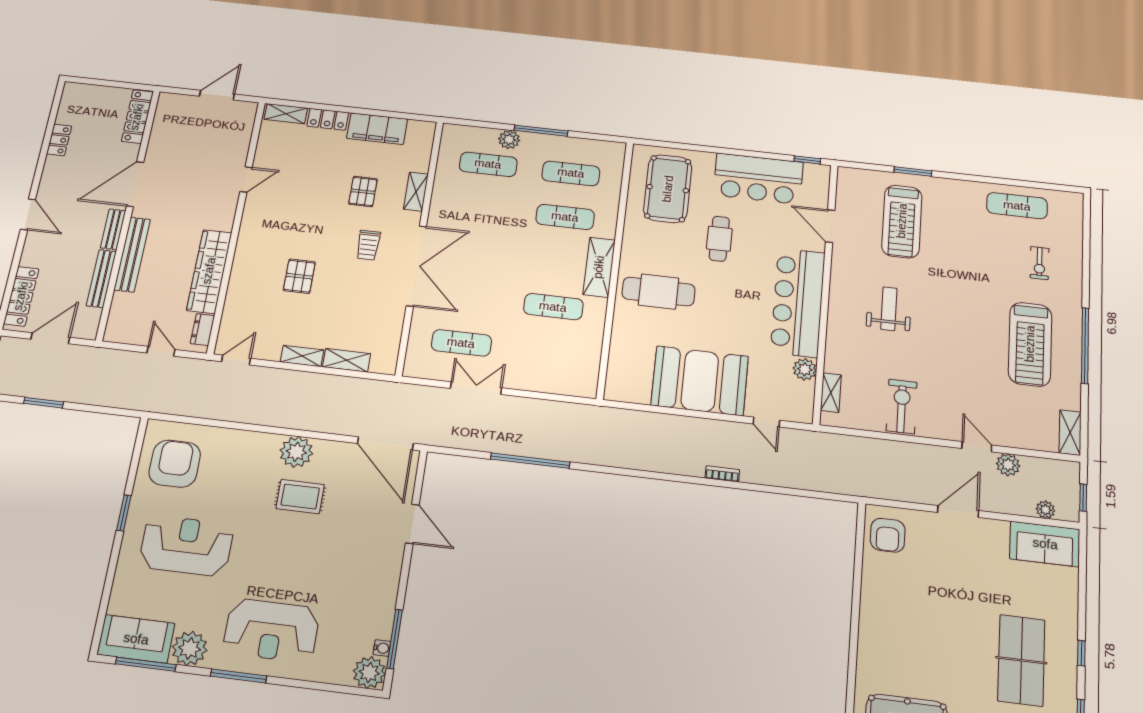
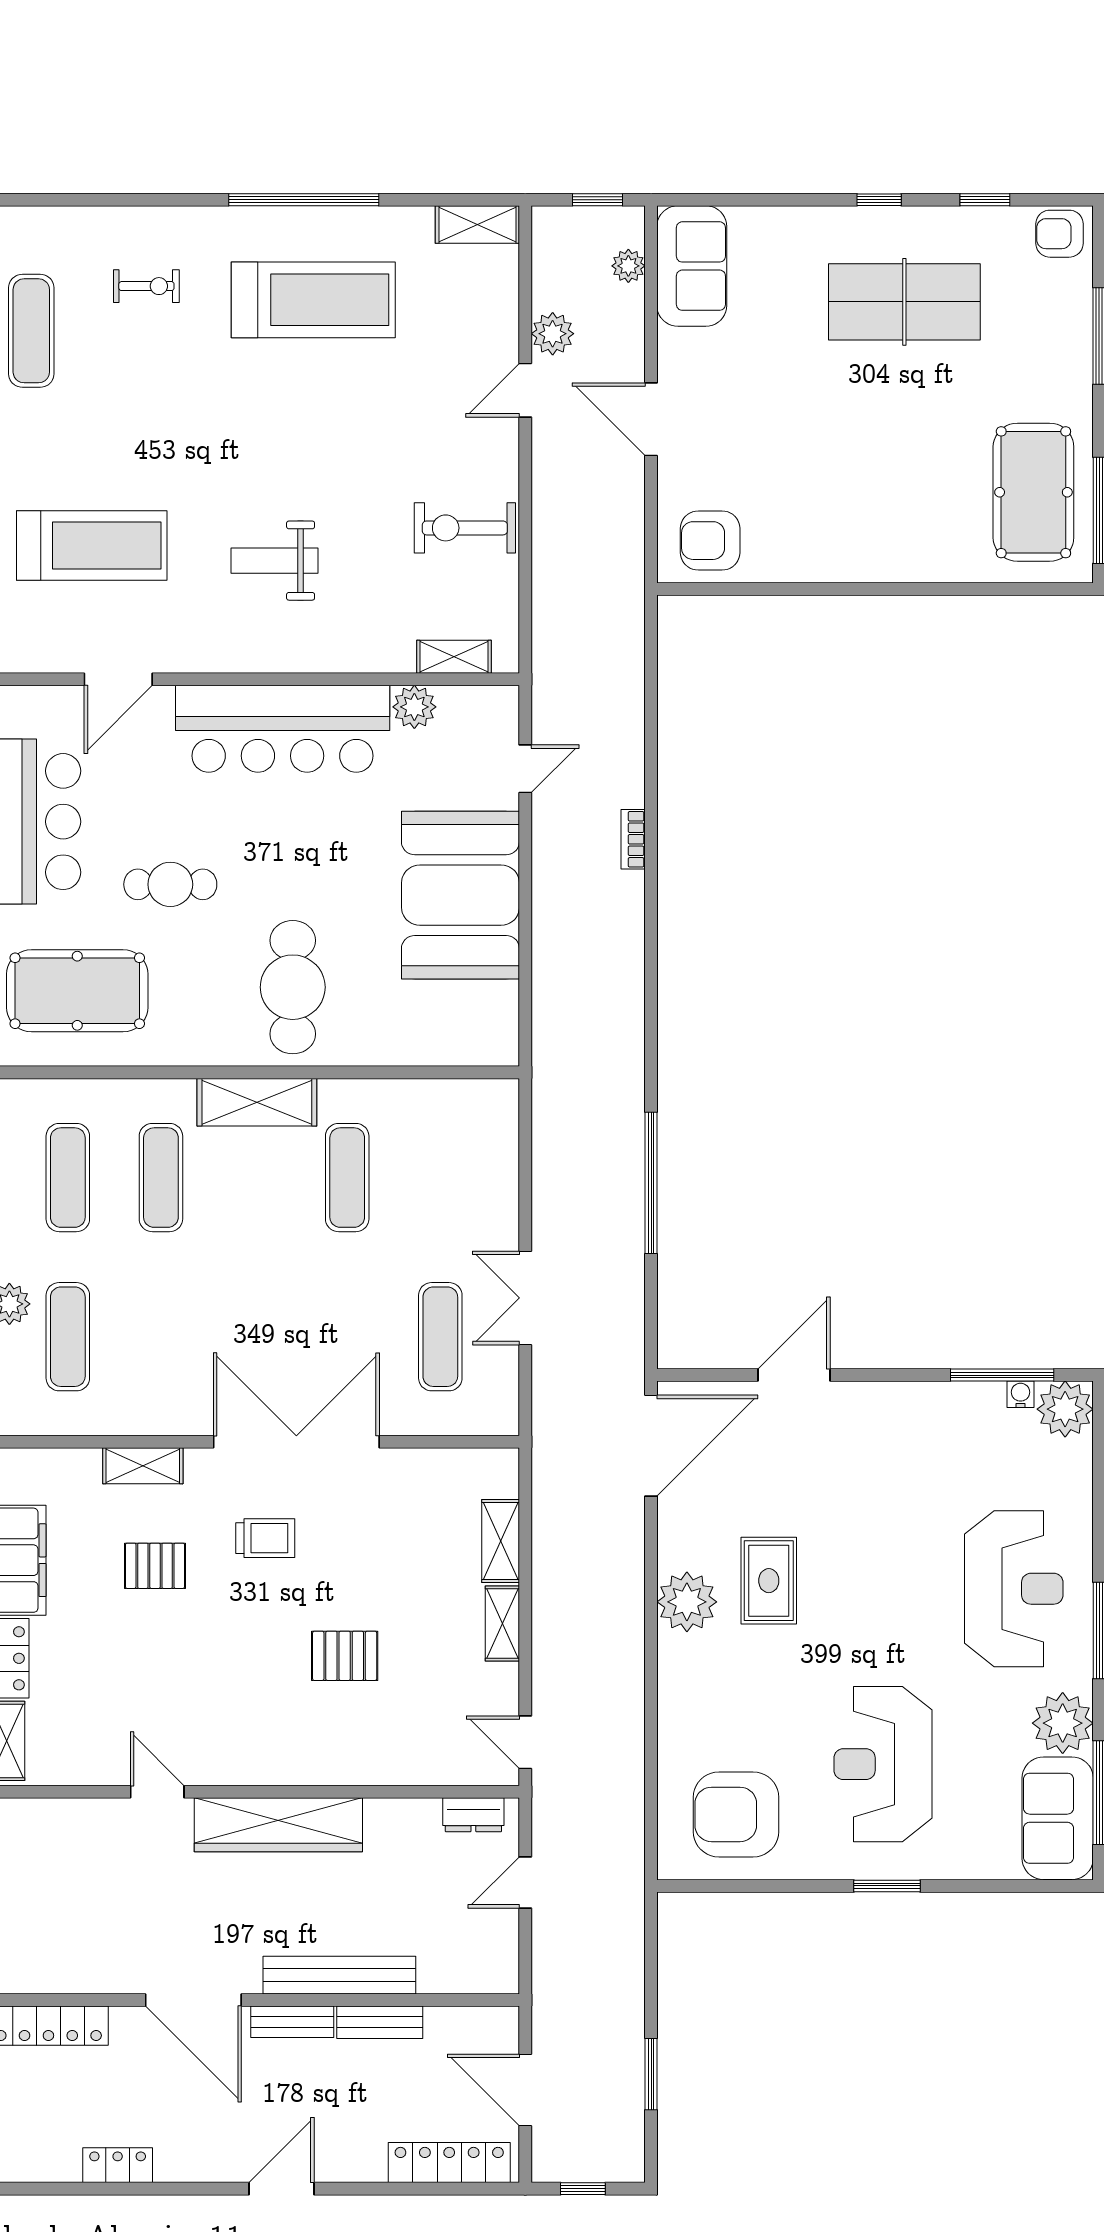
wardrobe: (209, 271) -> (278, 1825), moved
bench: (101, 279) -> (380, 2022), width x0.73
window: (124, 513) -> (887, 1886), moved
armchair: (888, 535) -> (710, 541), turned 180

